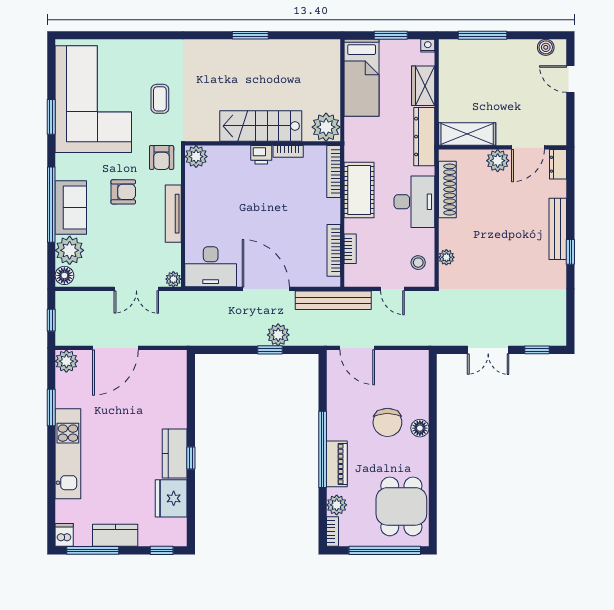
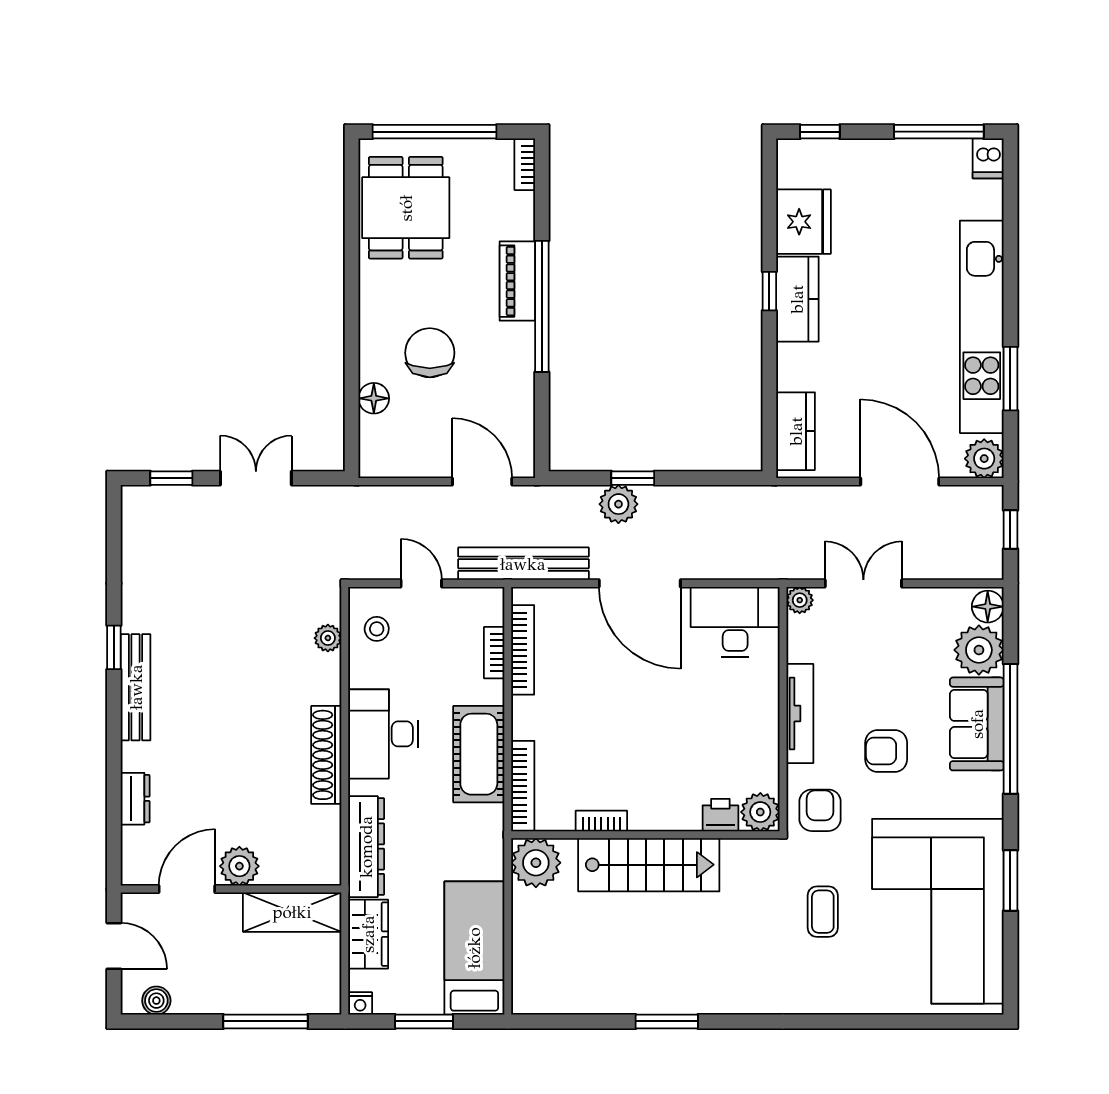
shelving: (467, 134) -> (292, 912), moved
wall: (503, 147) -> (231, 889), moved
door: (528, 147) -> (187, 889), moved
printer: (261, 155) -> (720, 815), moved
plant: (498, 161) -> (239, 866), moved
door: (115, 348) -> (900, 482), hinge flipped
floor lamp: (420, 428) -> (374, 398), moved
kitchen unit: (68, 454) -> (982, 327), width x1.36
plant: (337, 505) -> (518, 210), removed
kitchen counter: (115, 535) -> (796, 431), moved, turned -90

